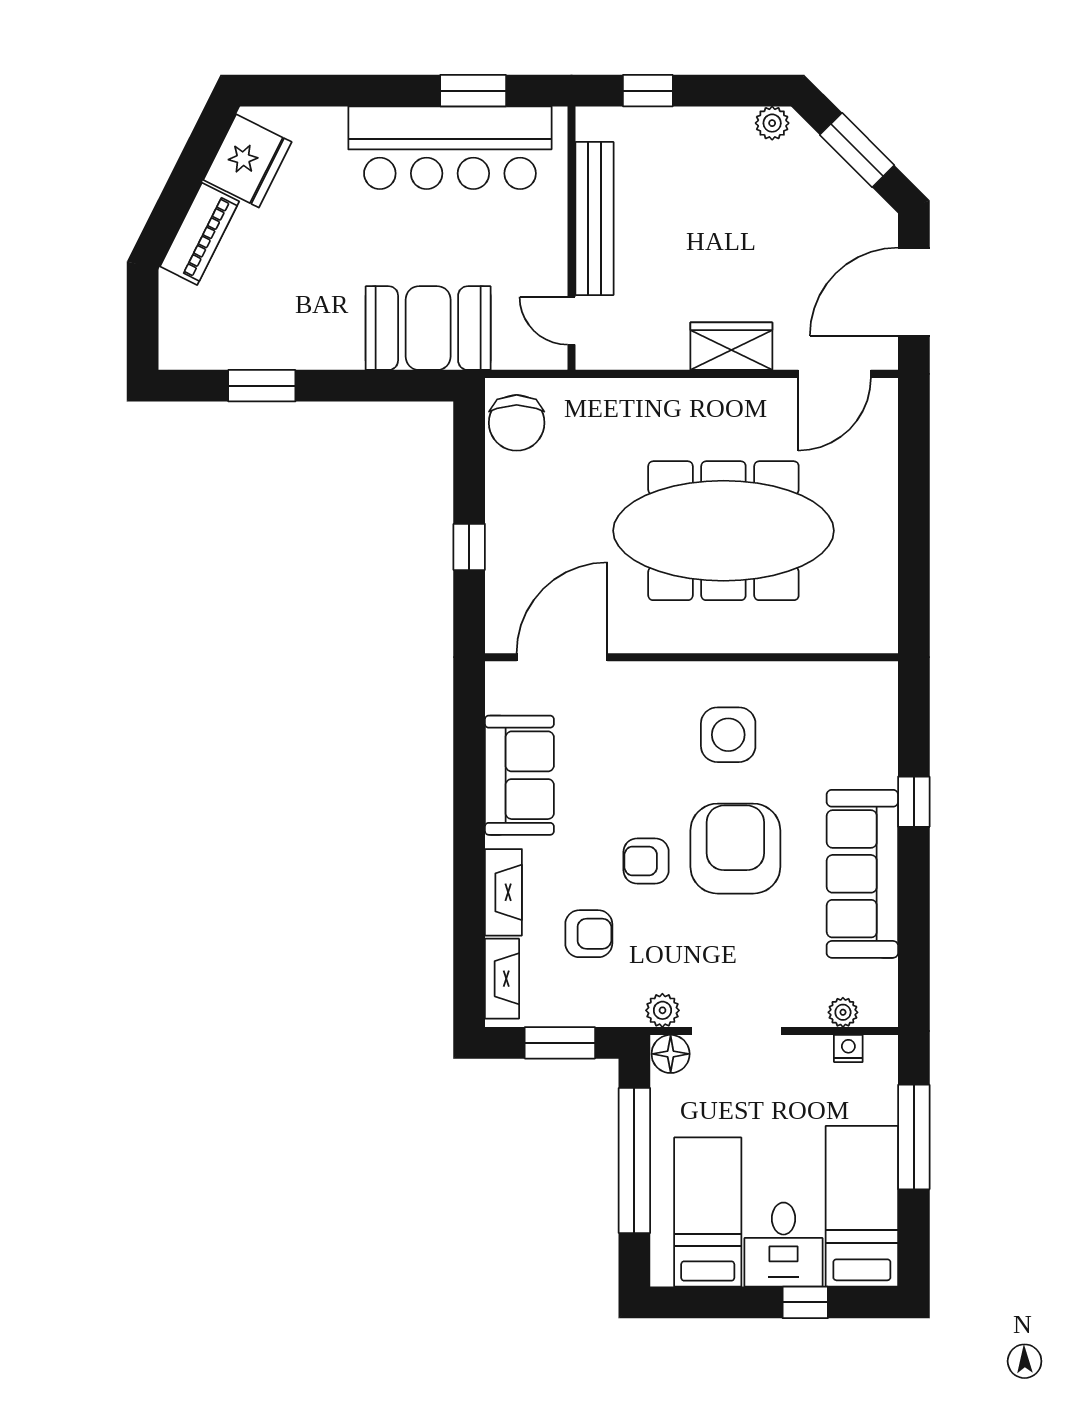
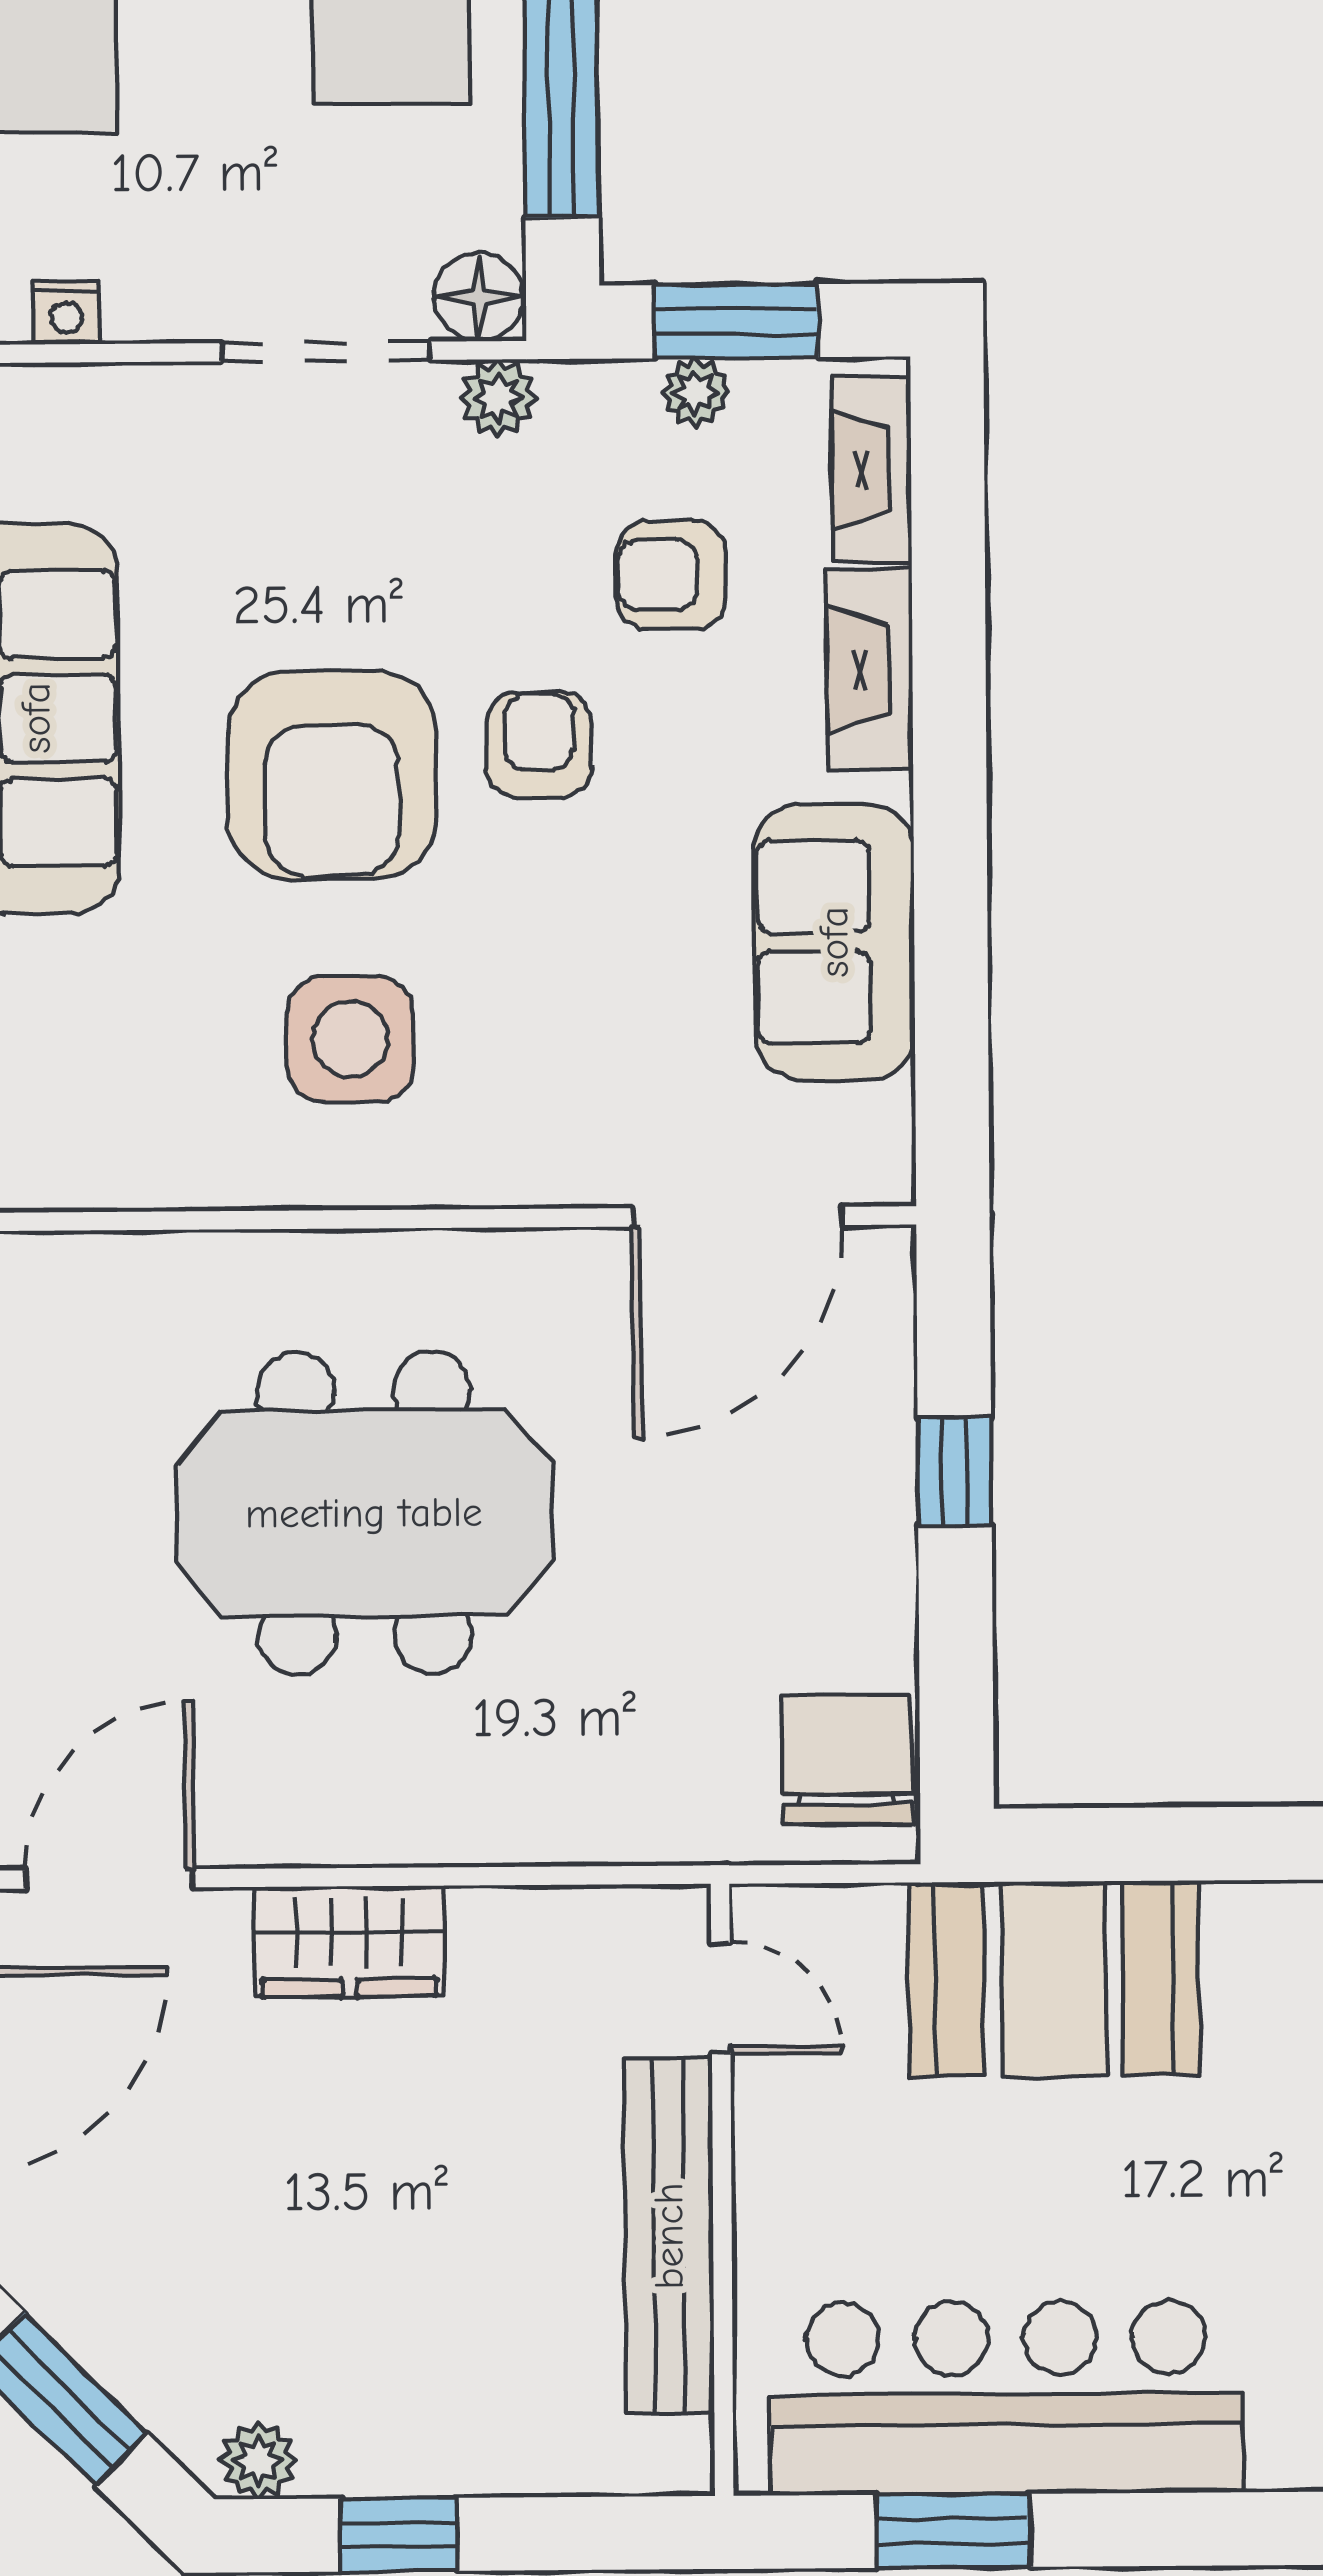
window: (648, 91) -> (399, 2535), moved
meeting table: (723, 531) -> (364, 1513), width x0.73
armchair: (646, 861) -> (539, 745), turned -90
plant: (843, 1012) -> (696, 392), moved

